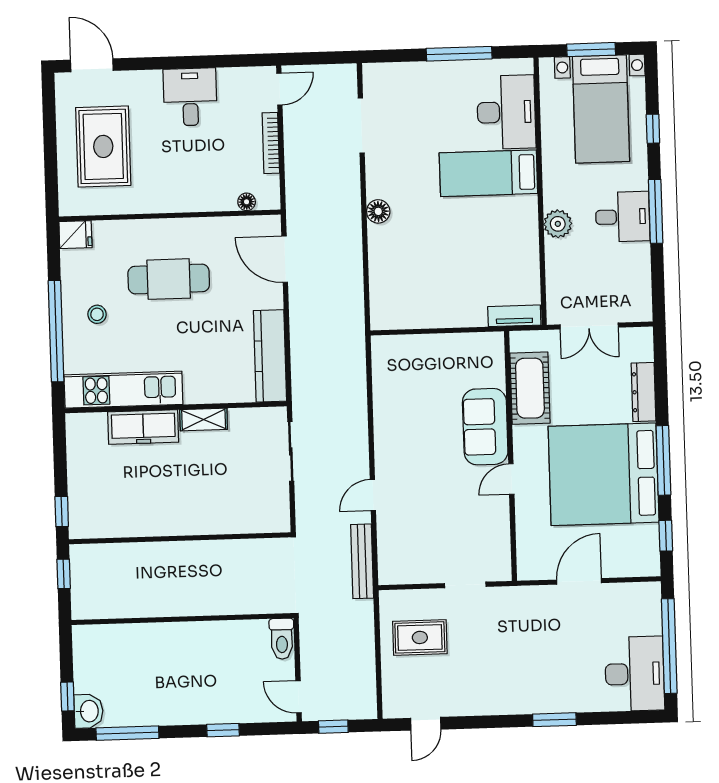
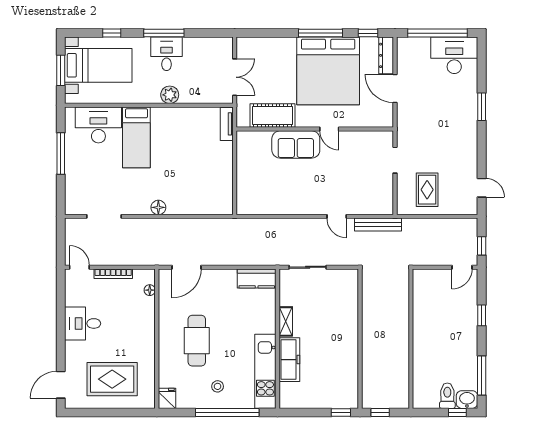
kitchen counter: (270, 356) -> (257, 278), width x0.67
dresser: (643, 392) -> (386, 55), moved, turned 90
toilet: (282, 639) -> (447, 396), moved, turned -90

